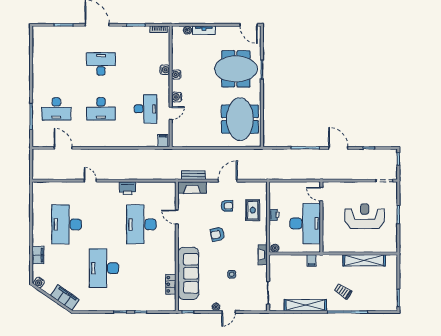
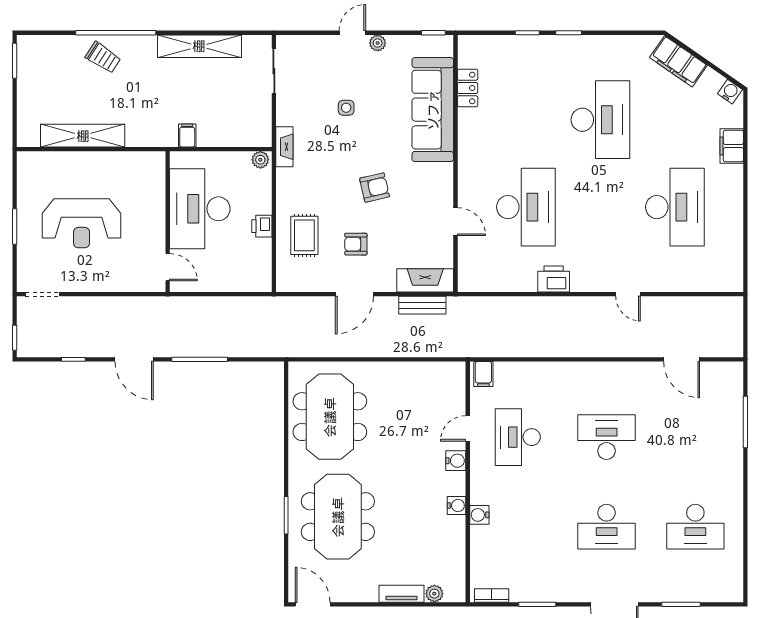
meeting table: (236, 69) -> (338, 517), turned 90
desk: (56, 109) -> (695, 527), moved, turned 180
trolley: (343, 291) -> (103, 57), moved

